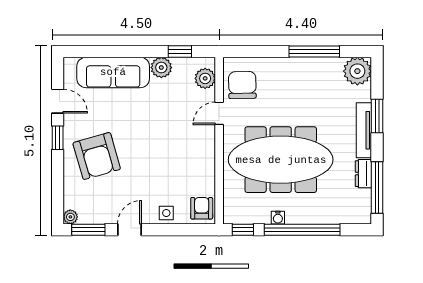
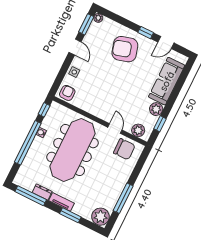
tv unit: (364, 130) -> (62, 202), width x0.71
armchair: (202, 208) -> (67, 93), turned -90

